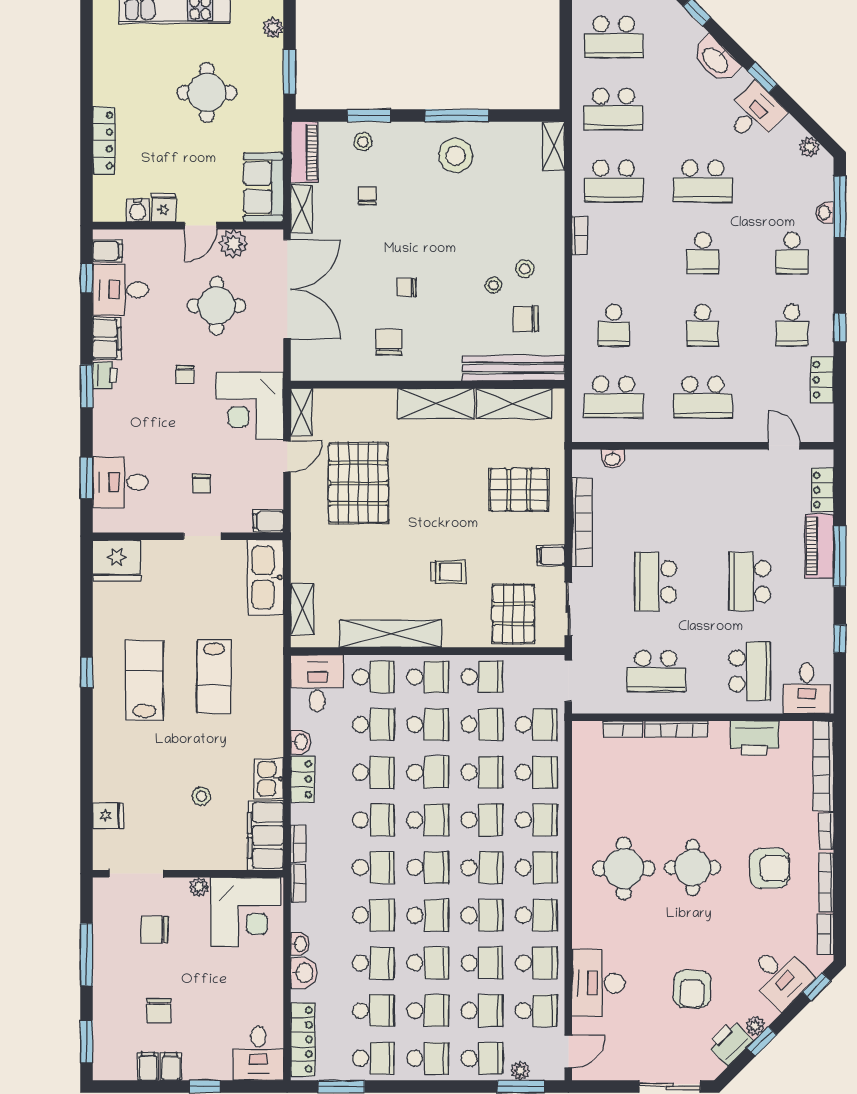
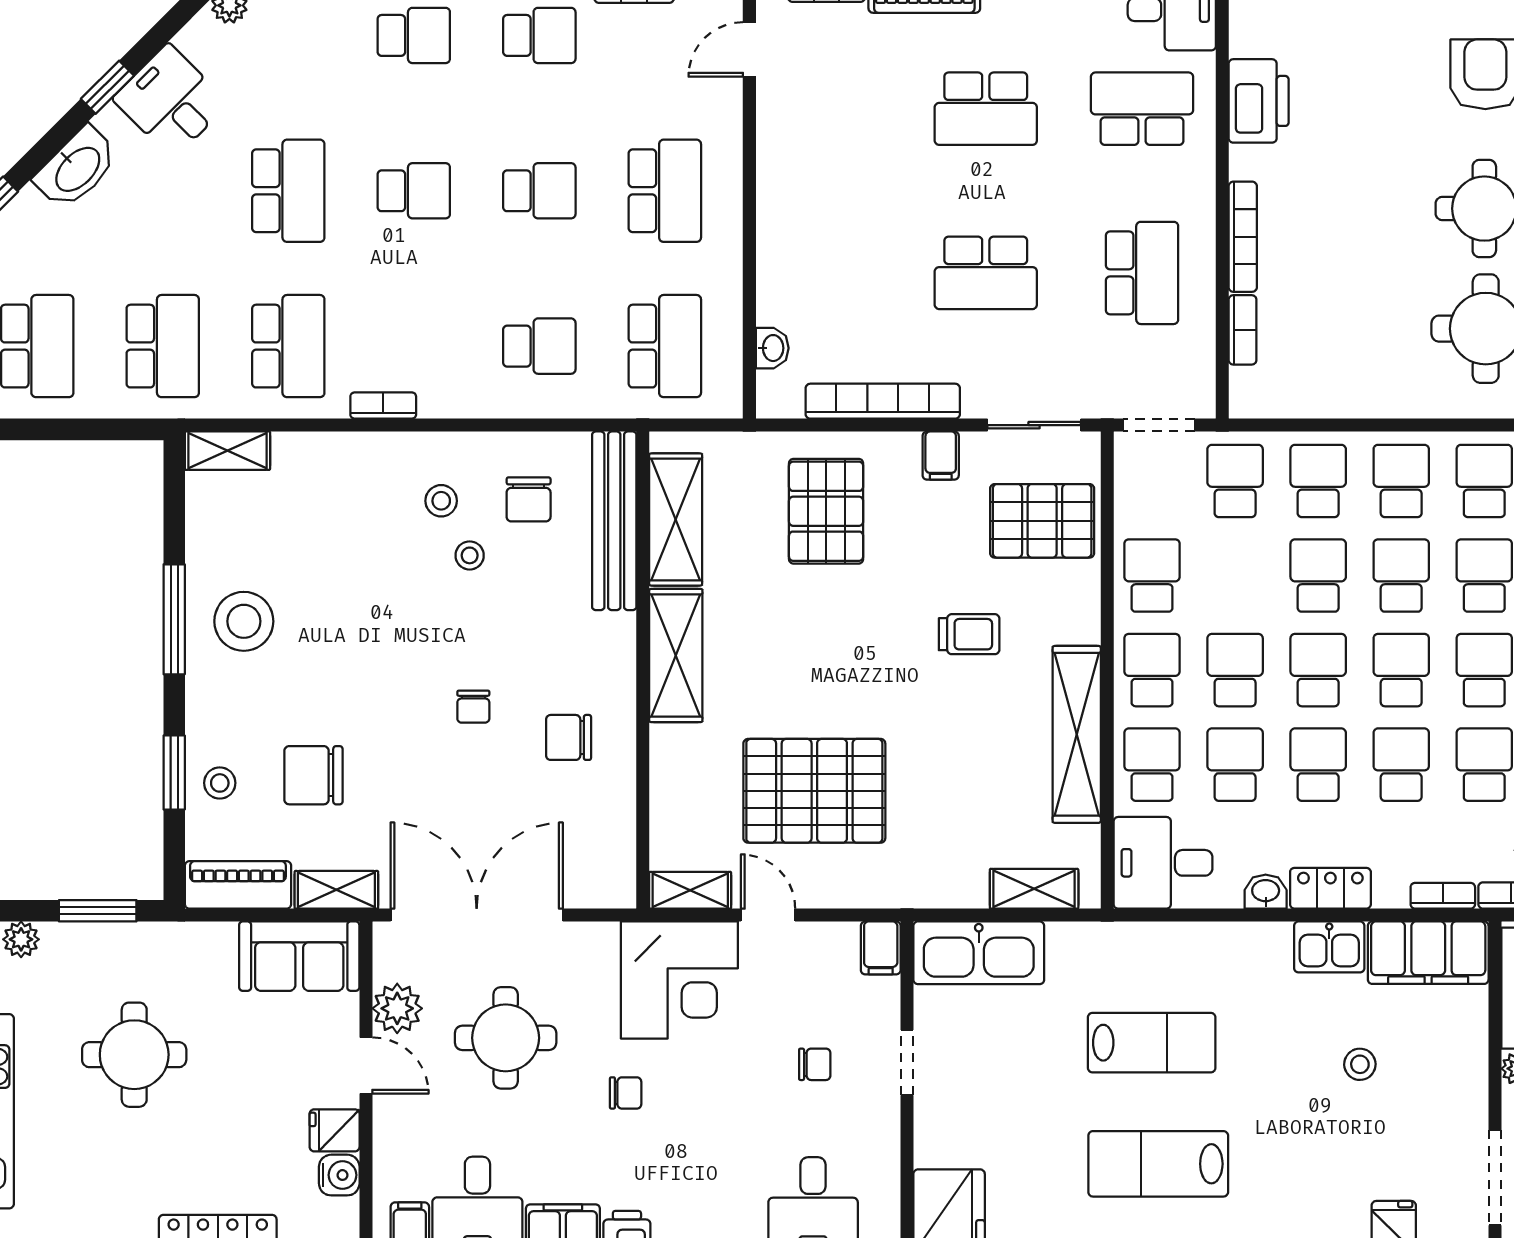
chair: (367, 196) -> (313, 775), width x1.87, depth x1.87
trolley: (448, 572) -> (969, 634), turned 90
school desk: (482, 725) -> (1235, 576), removed

